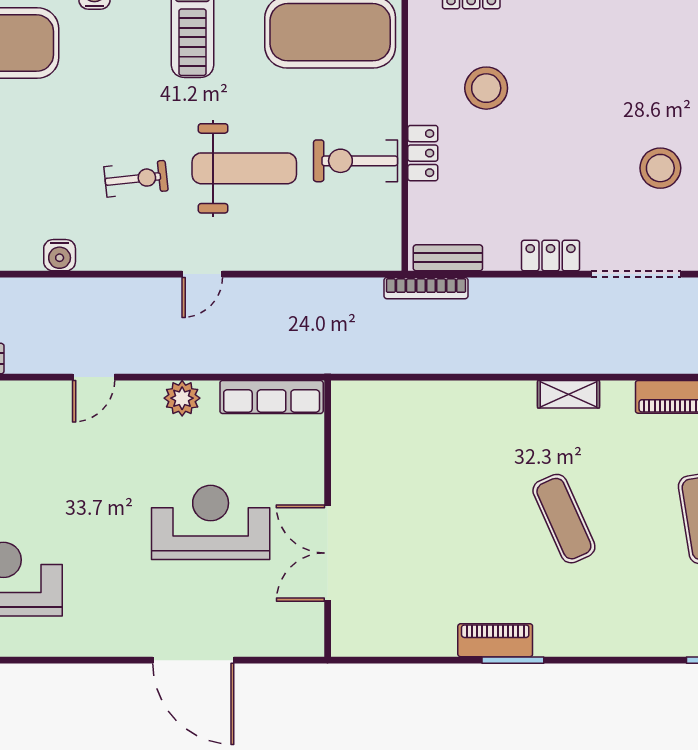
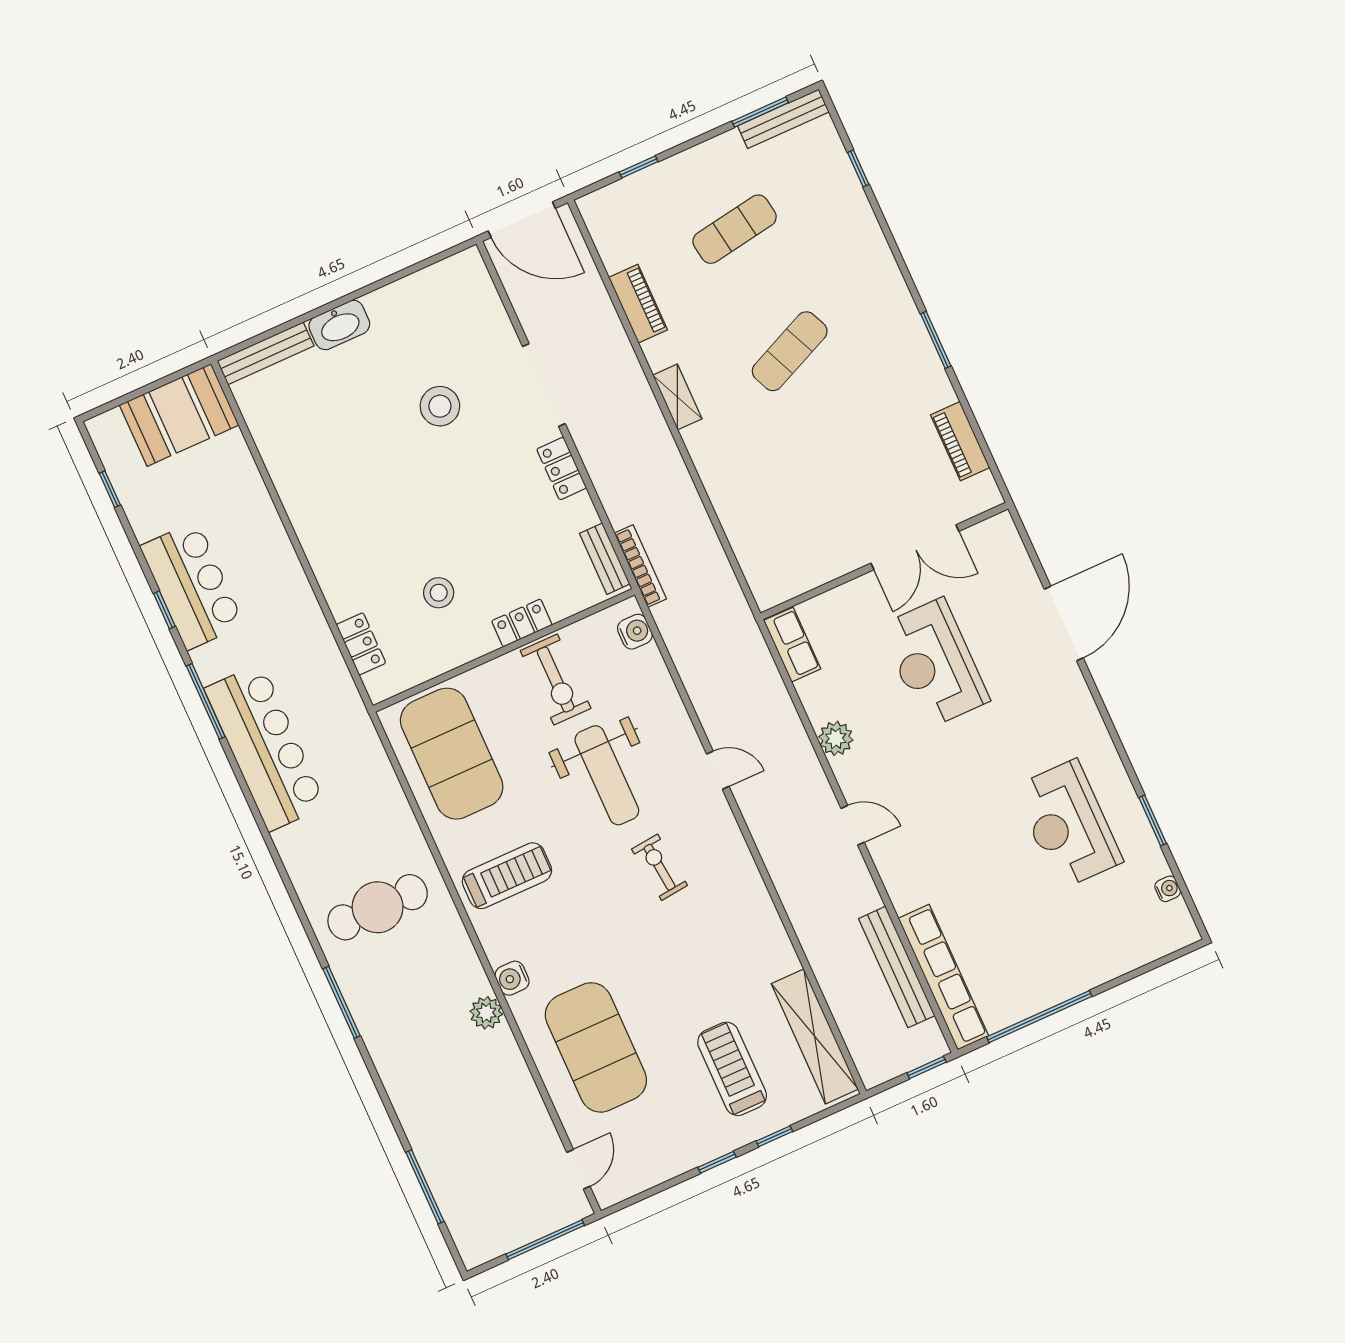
stool: (486, 88) -> (439, 593), width x0.73, depth x0.73
weight bench: (244, 168) -> (607, 775), turned 180
water cooler: (60, 255) -> (635, 632), moved
row of seats: (272, 397) -> (792, 645), width x0.68
piano: (495, 640) -> (960, 441), moved

